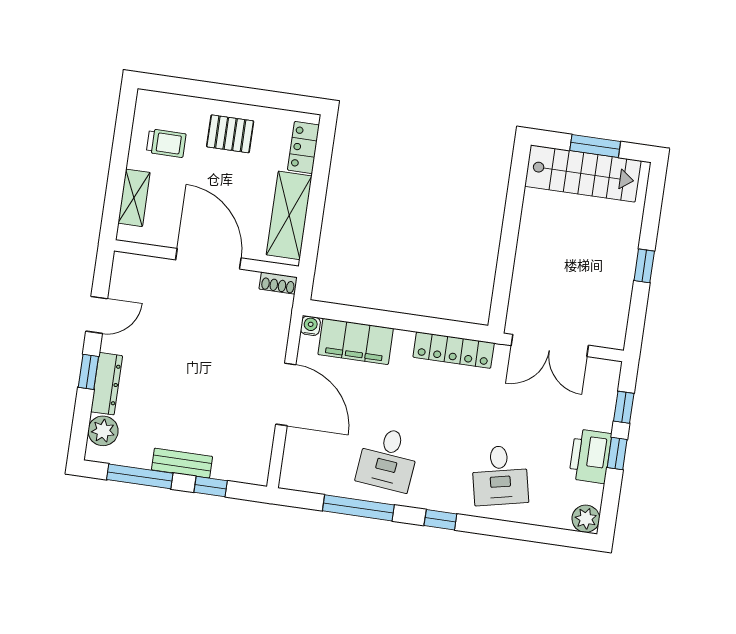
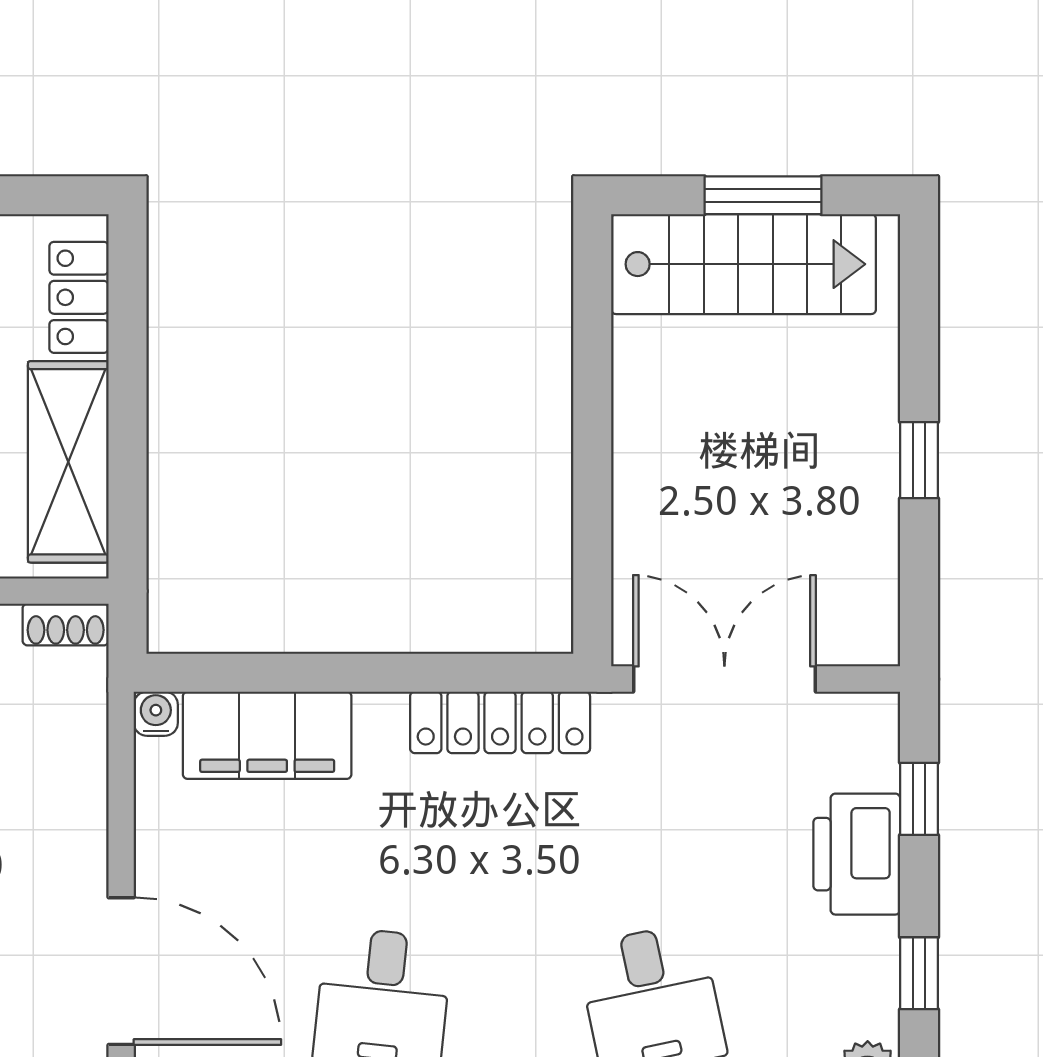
double door: (550, 345) -> (724, 679), swing flipped
door: (286, 394) -> (121, 971), moved
window: (617, 454) -> (919, 973), moved
printer: (590, 456) -> (857, 854), moved

